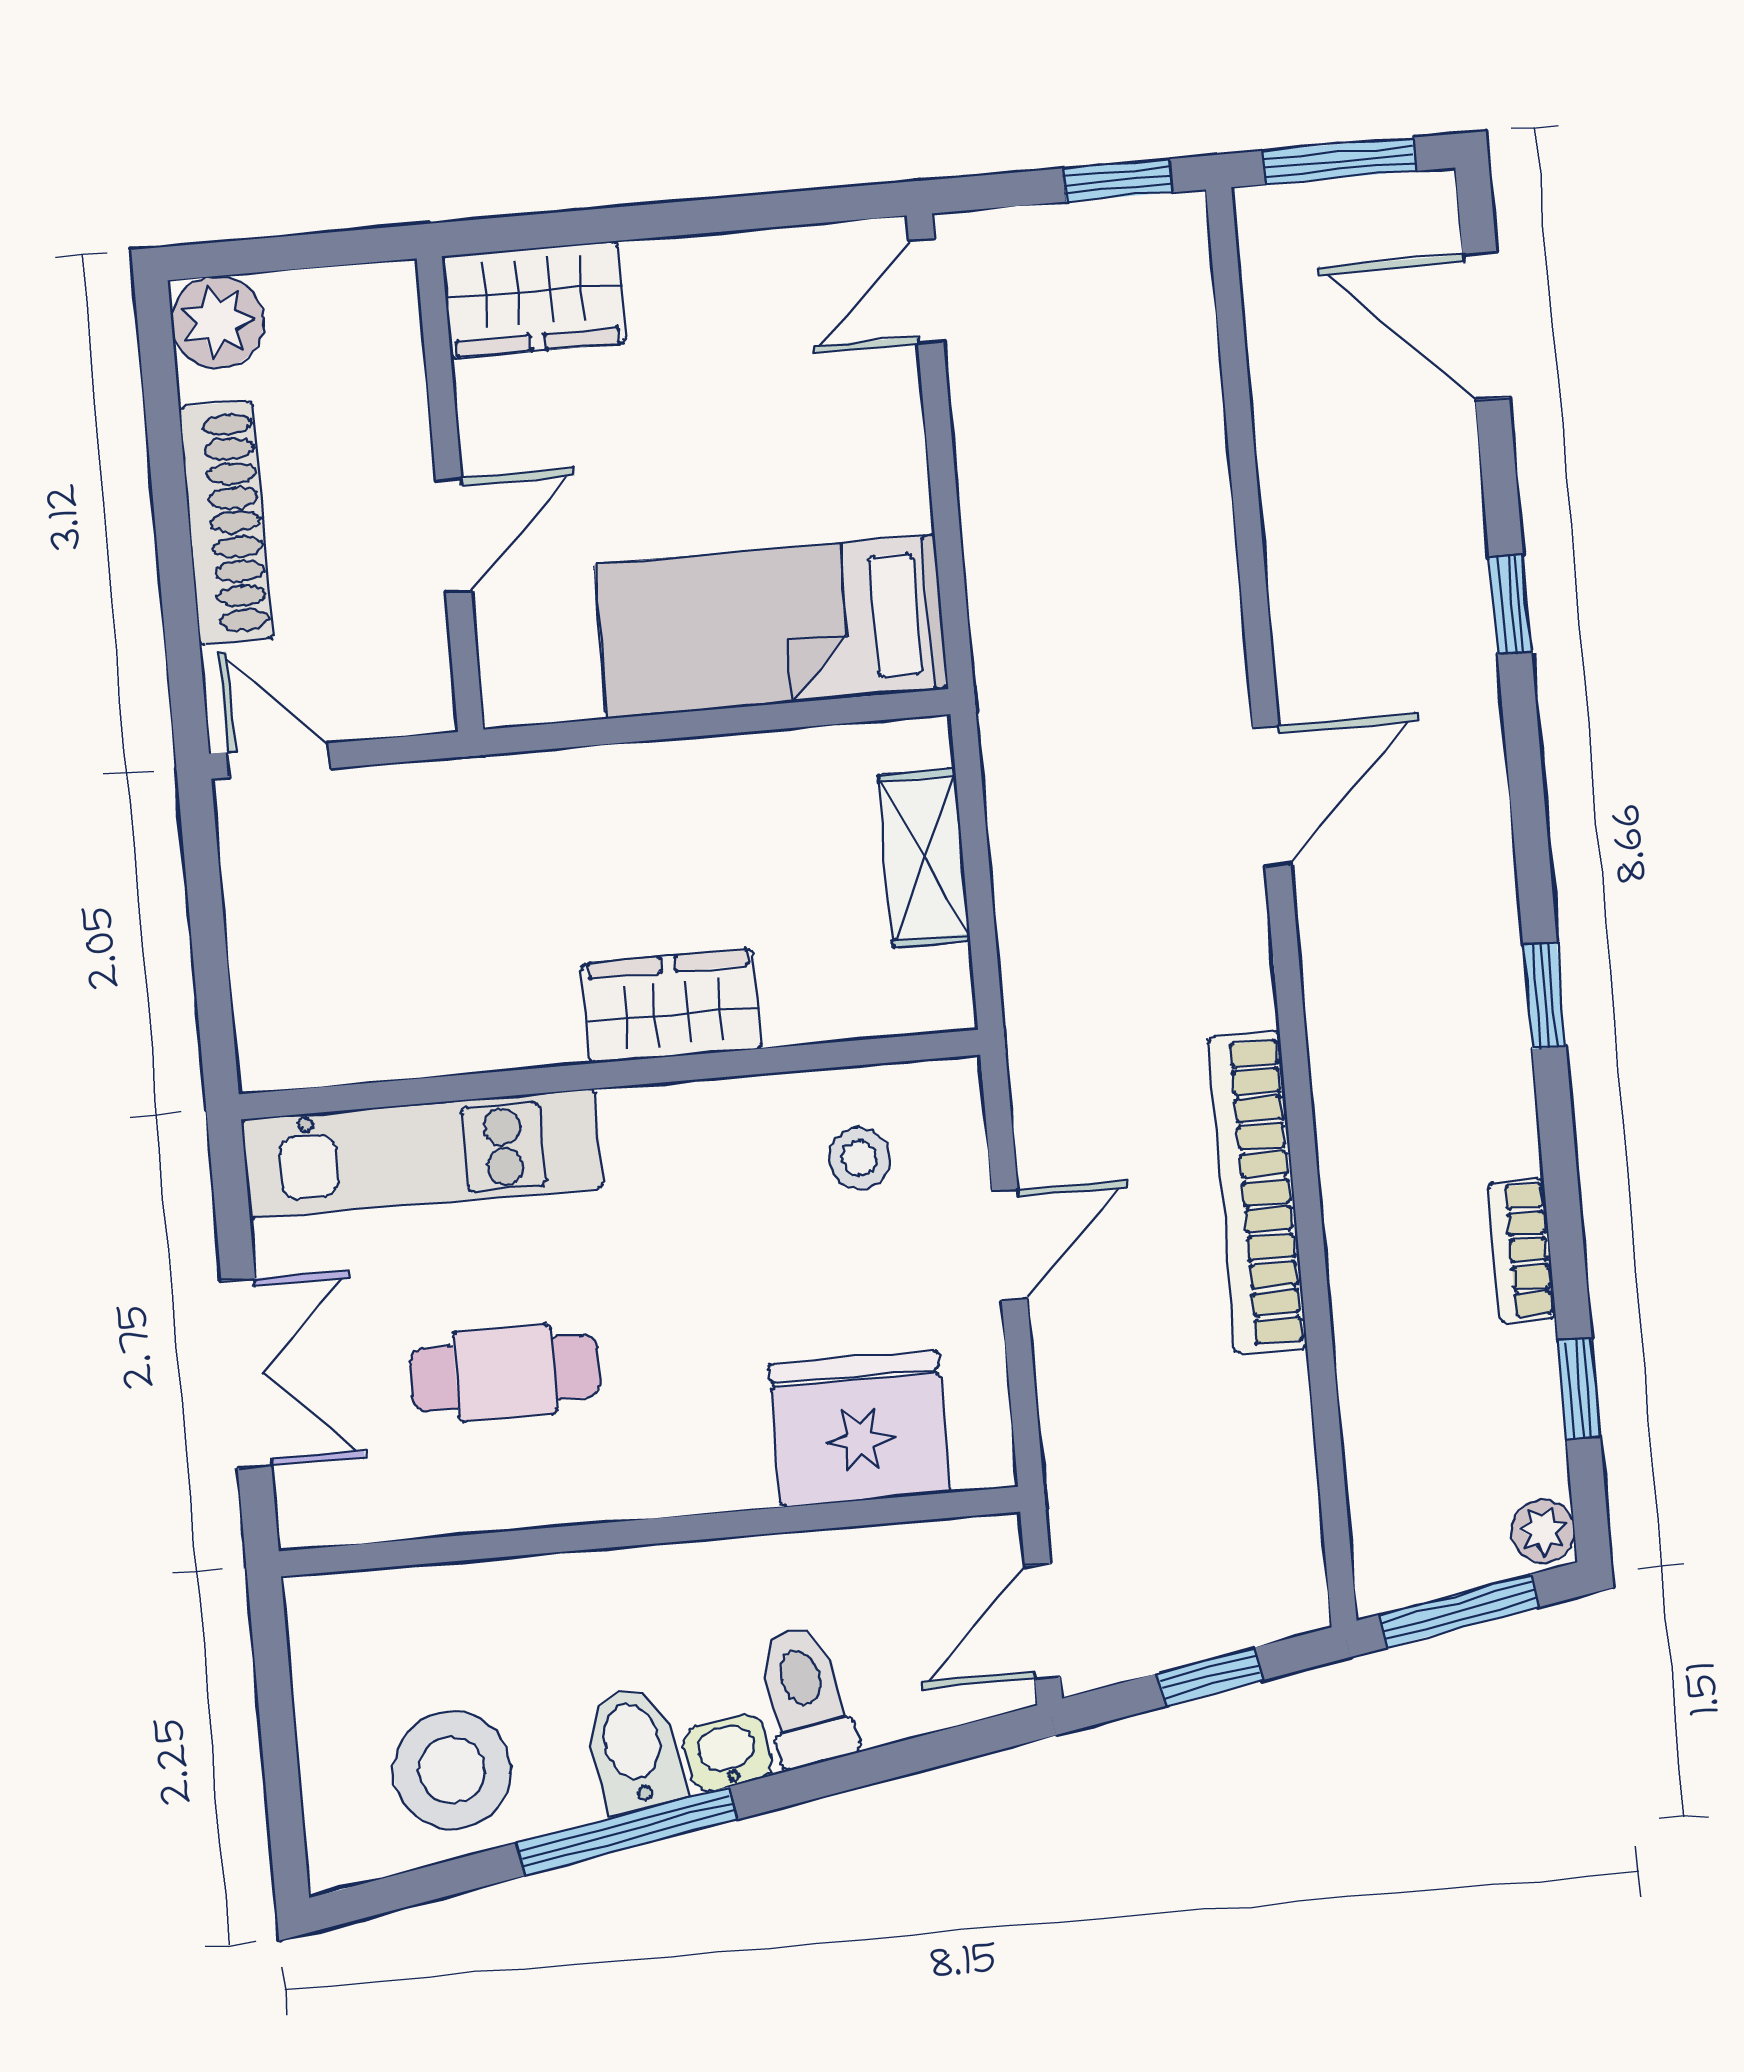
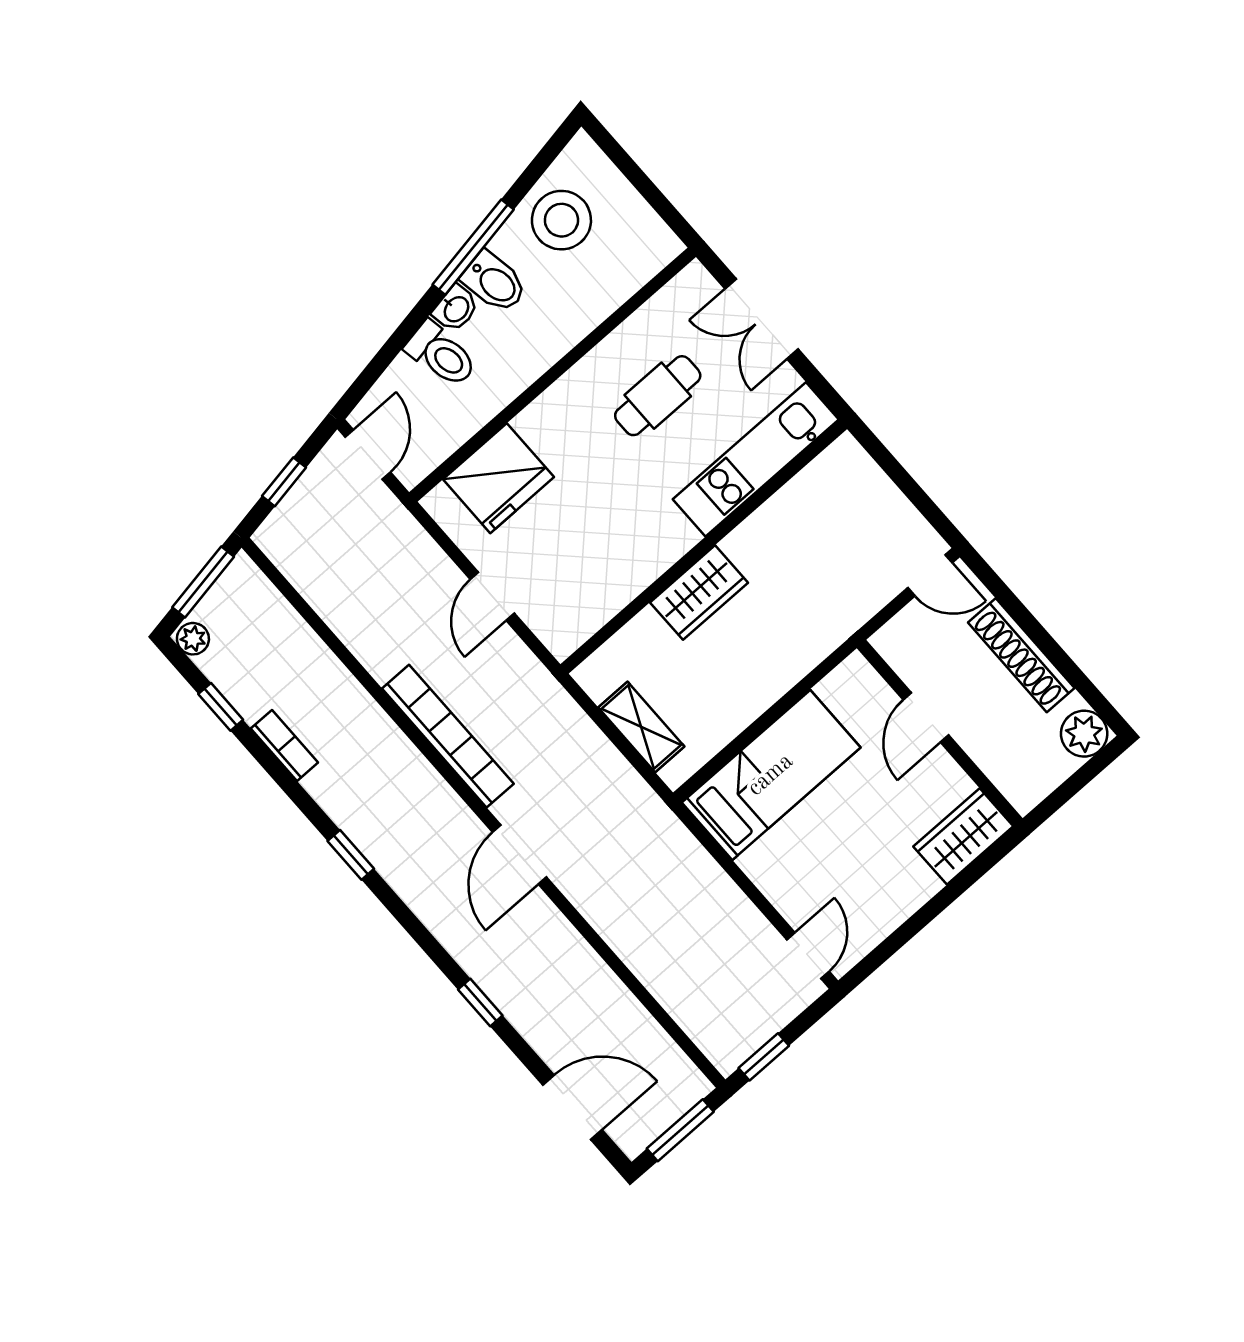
stool: (859, 1158) -> (578, 587), removed
bookcase: (1258, 1193) -> (448, 736), moved

